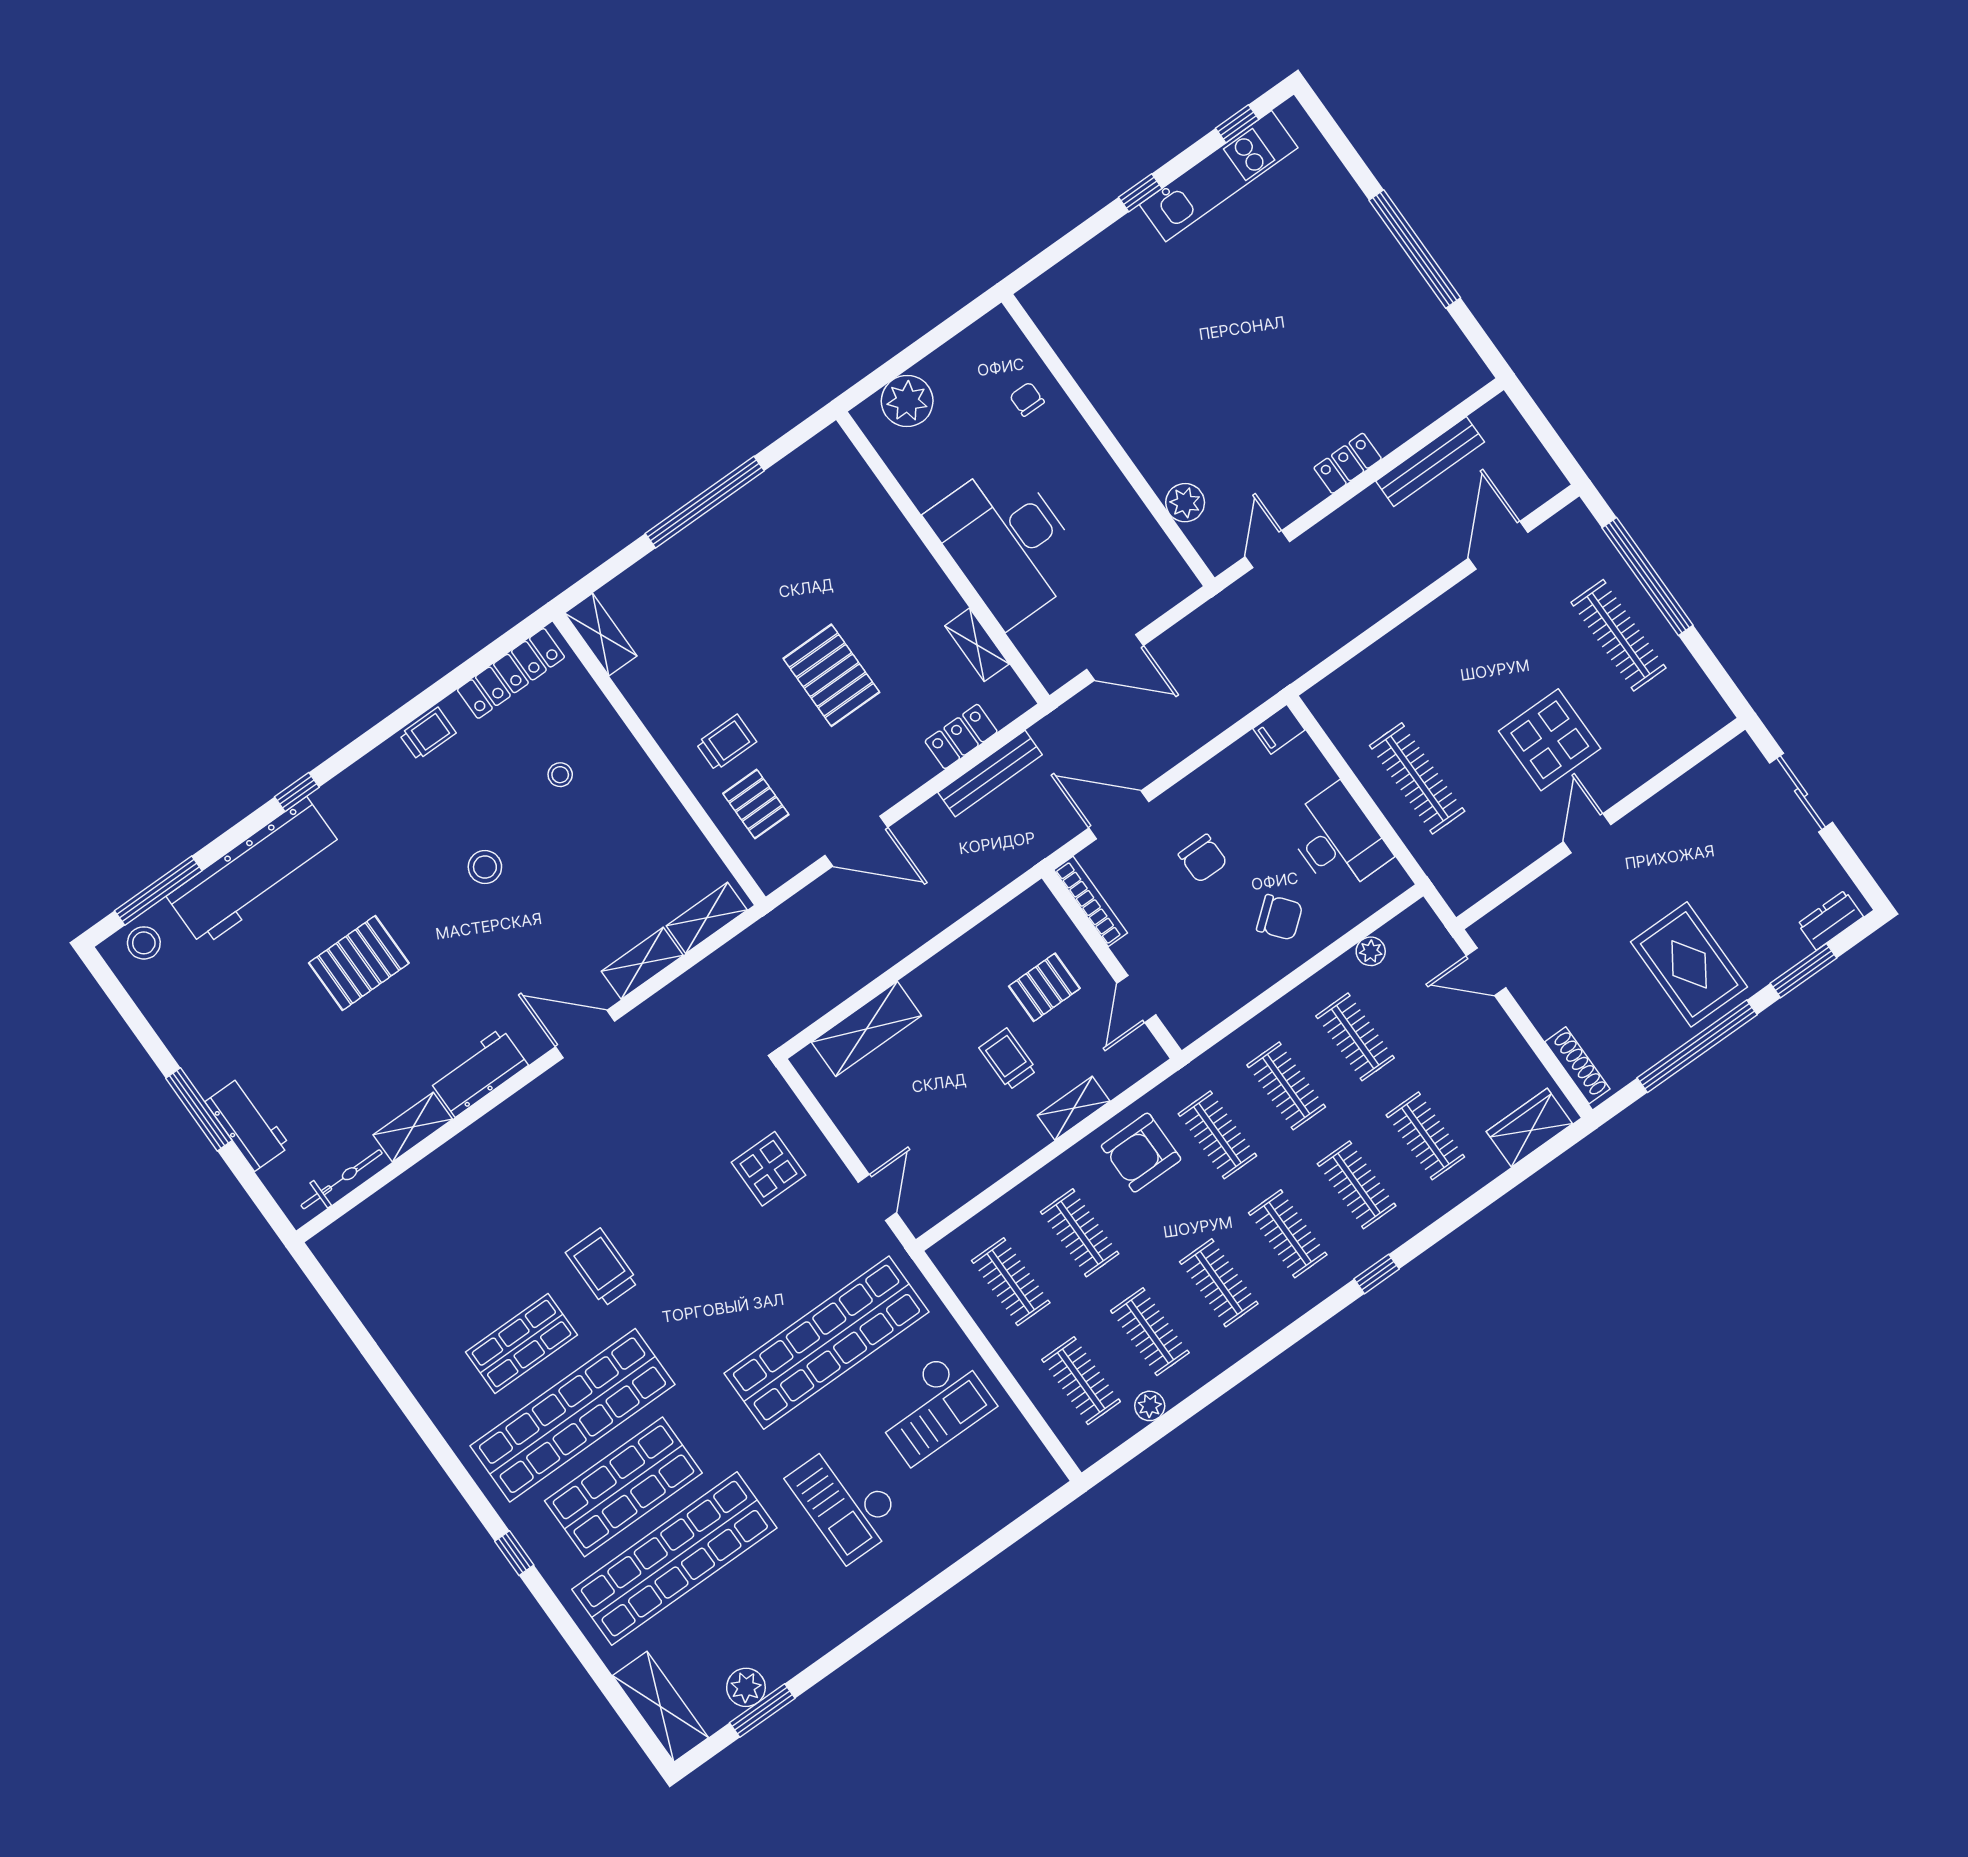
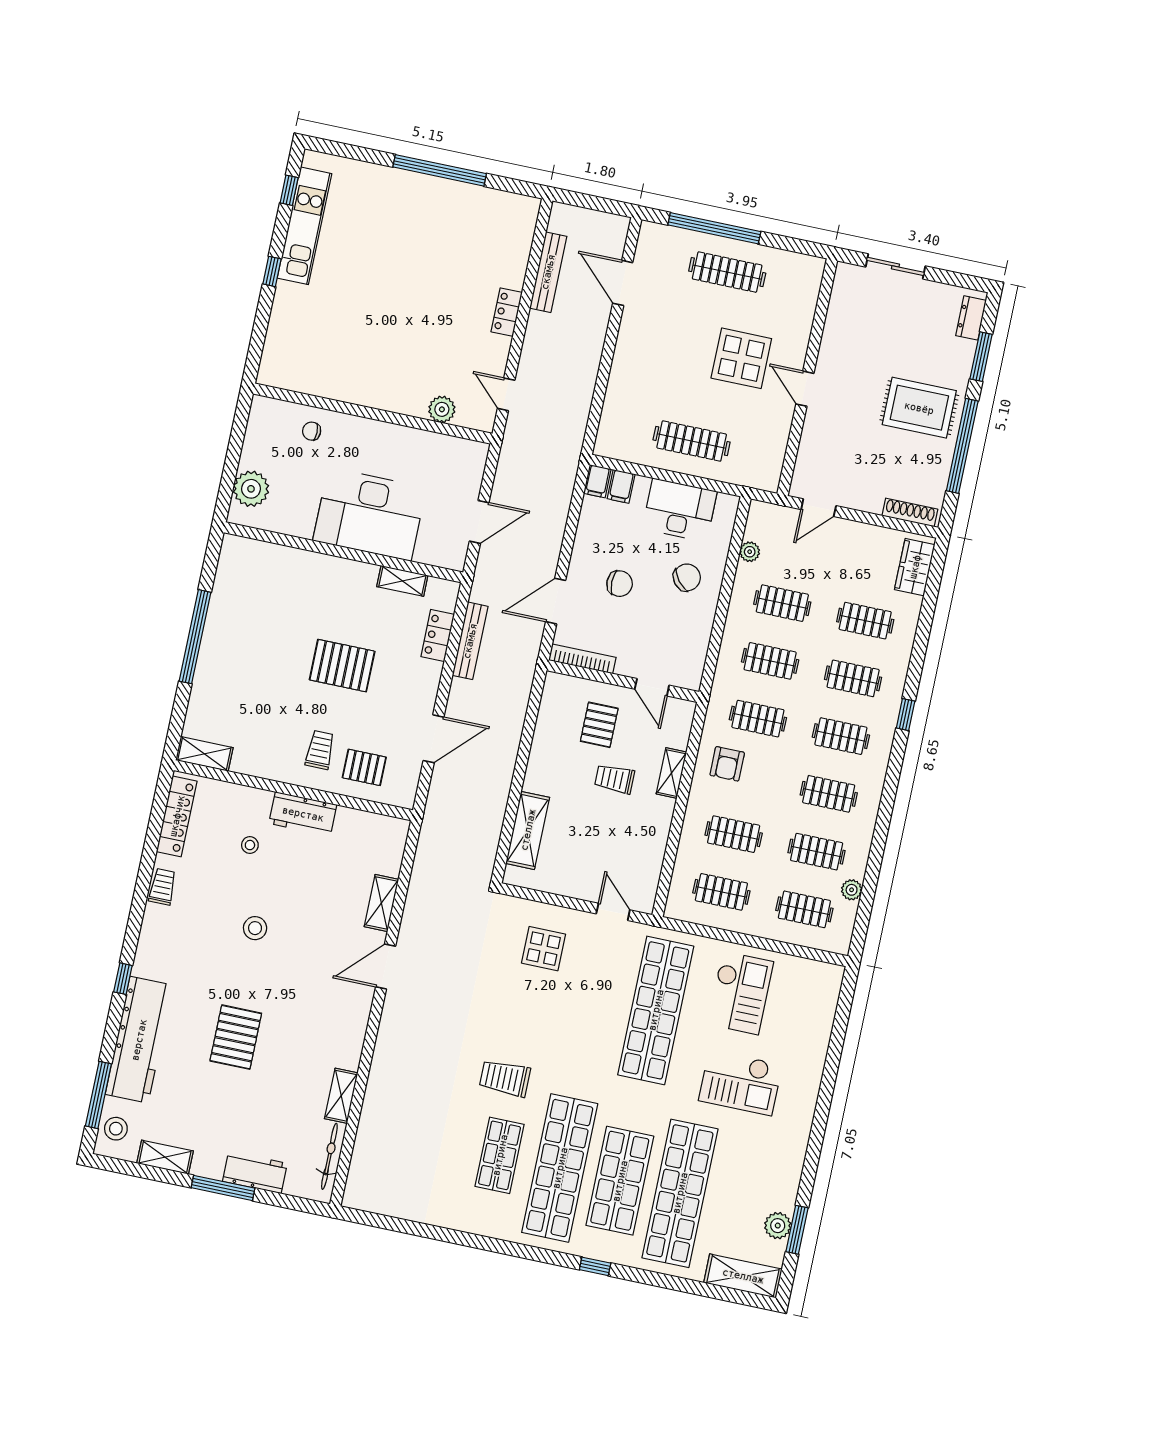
filing cabinet: (1299, 758) -> (621, 486), added
shelving: (707, 918) -> (165, 1157), moved, turned 90
workbench: (478, 1072) -> (303, 814), moved, turned -90
armchair: (1141, 1153) -> (727, 764), width x0.72, depth x0.72

